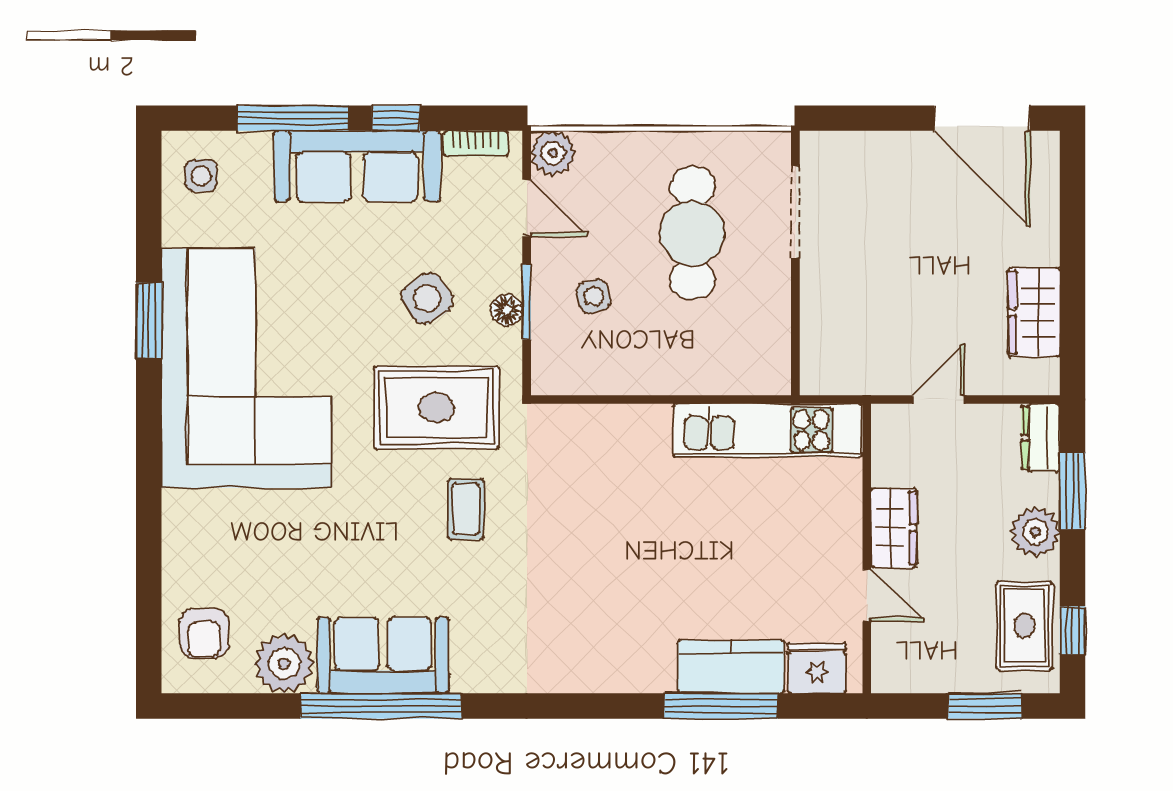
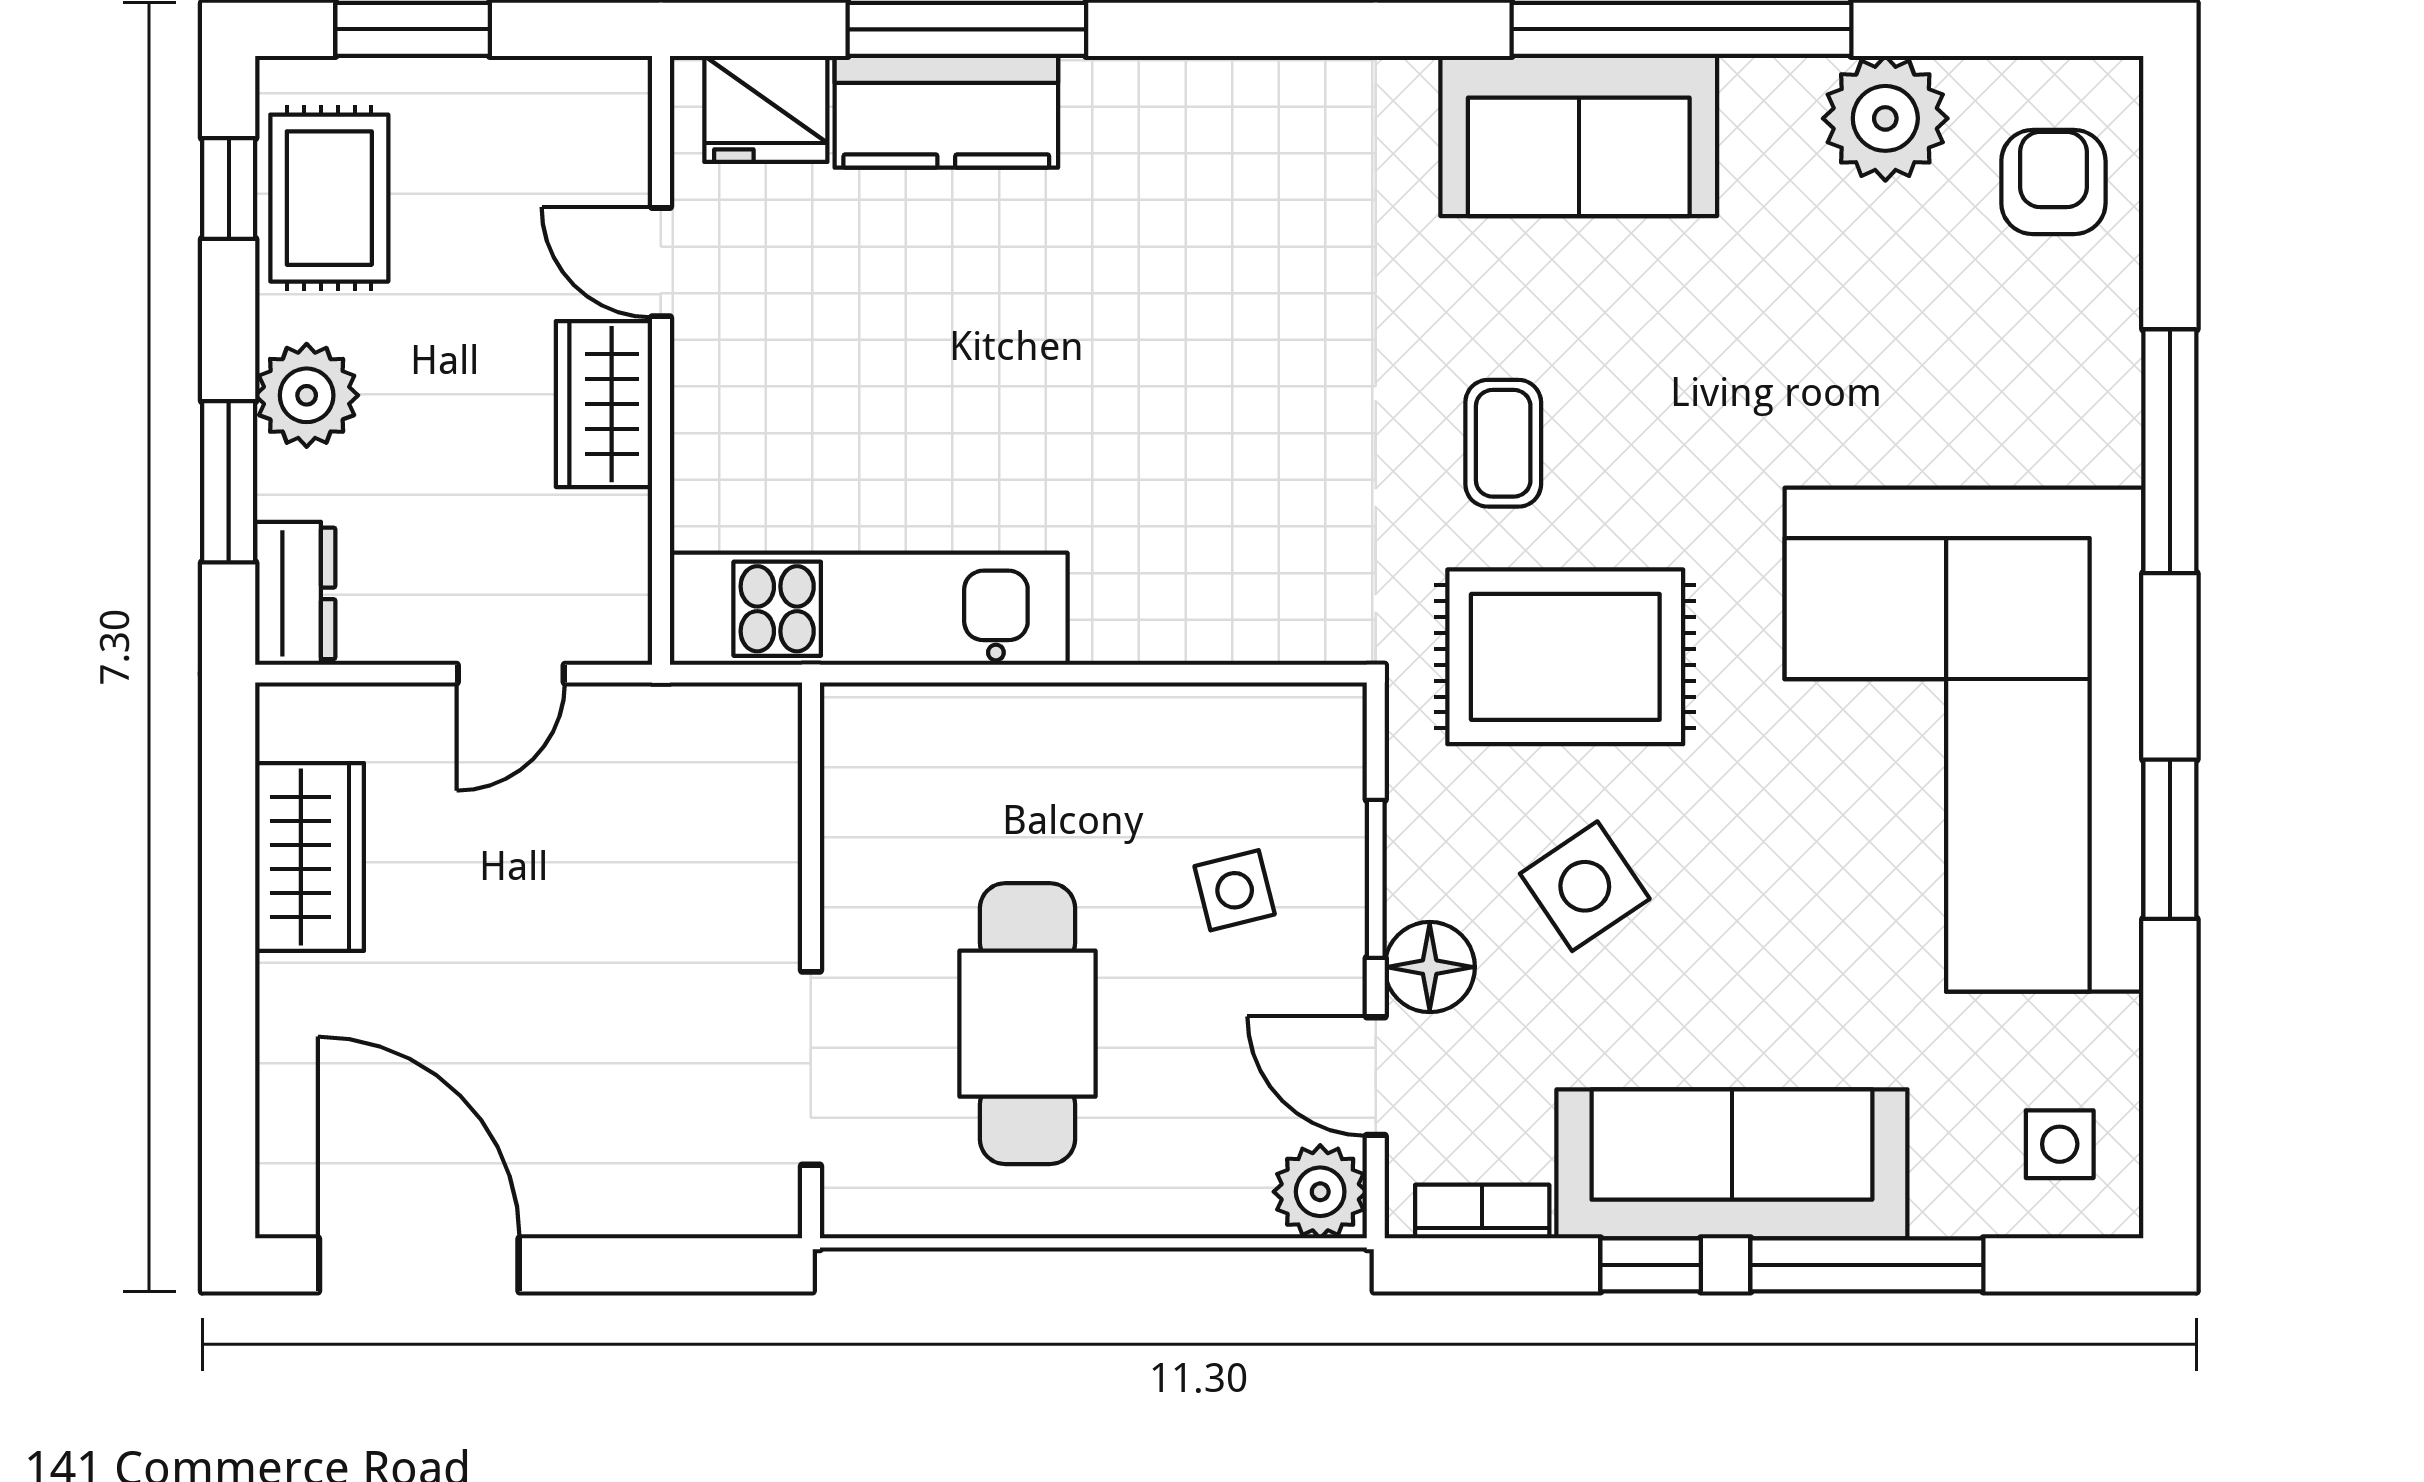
floor lamp: (507, 310) -> (1430, 967), moved, width x1.37, depth x1.37
window: (149, 505) -> (2170, 451), added
sofa: (383, 655) -> (1579, 136), moved

